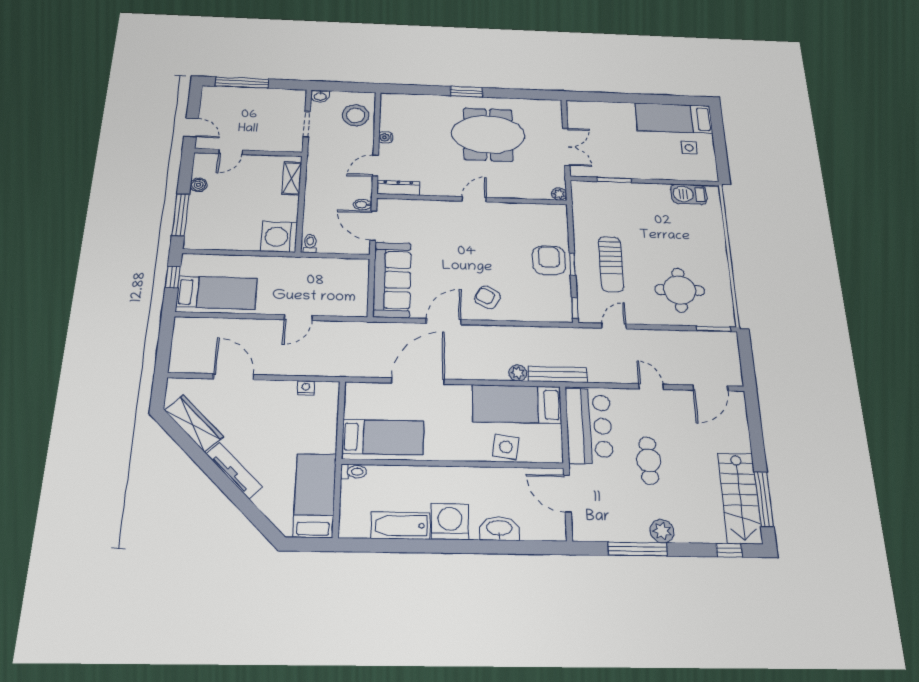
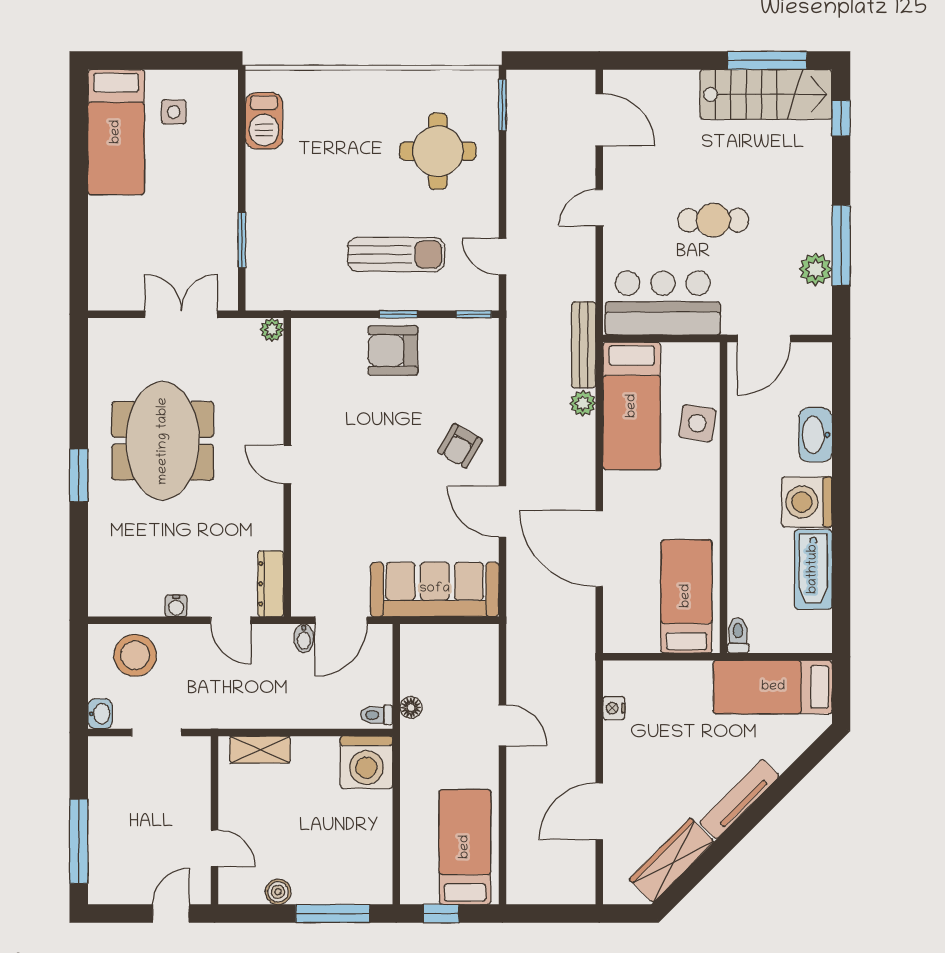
floor lamp: (314, 264) -> (411, 708), added
plant: (662, 531) -> (816, 269), moved

